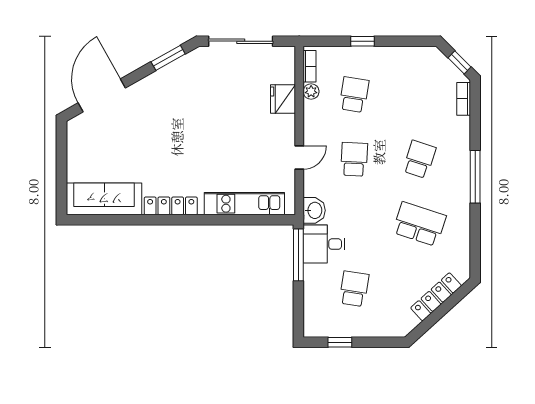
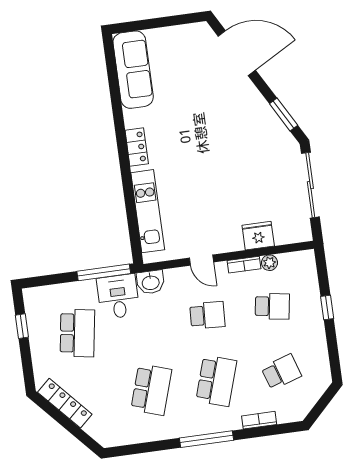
window: (459, 62) -> (319, 408), removed
bookcase: (310, 66) -> (244, 265), moved
school desk: (419, 95) -> (281, 372), added
bookcase: (464, 99) -> (259, 420), moved
school desk: (419, 159) -> (216, 381), width x1.85
locker: (171, 206) -> (137, 147), width x0.66
school desk: (354, 289) -> (77, 333), width x1.85
locker: (436, 297) -> (65, 403), moved

